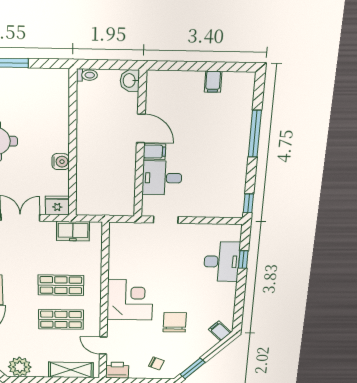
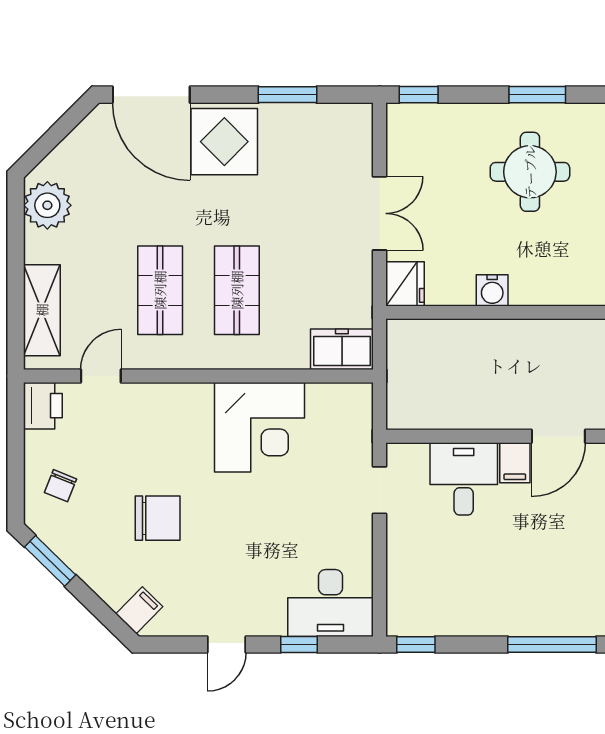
freezer: (73, 231) -> (342, 349), moved, turned 90
desk: (222, 262) -> (330, 603), moved
door: (240, 293) -> (227, 644), added
corner desk: (130, 300) -> (260, 427), moved

